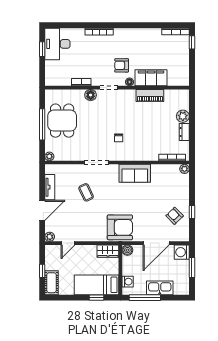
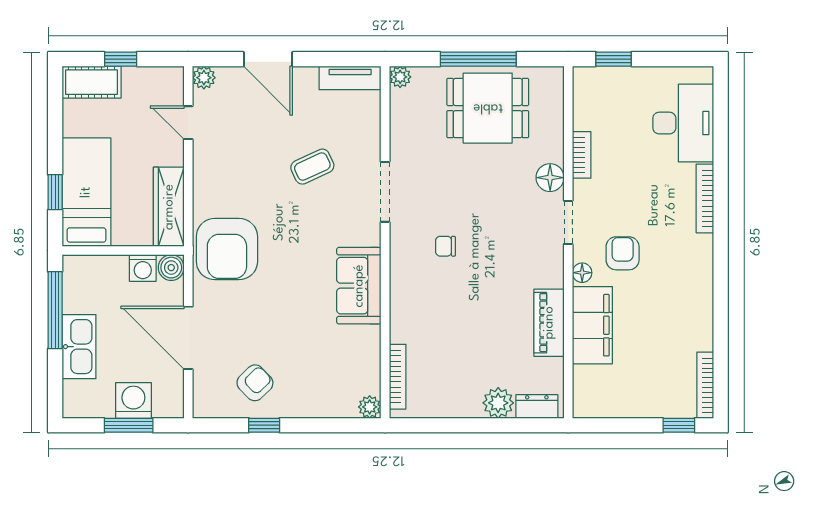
desk: (57, 44) -> (683, 123), moved, turned 90
window: (42, 49) -> (614, 59), moved
dresser: (184, 132) -> (537, 406), moved
tv unit: (50, 187) -> (350, 78), moved
wardrobe: (108, 251) -> (169, 207), width x1.50
washing machine: (182, 252) -> (133, 400), moved
washing machine: (128, 282) -> (143, 268), moved

